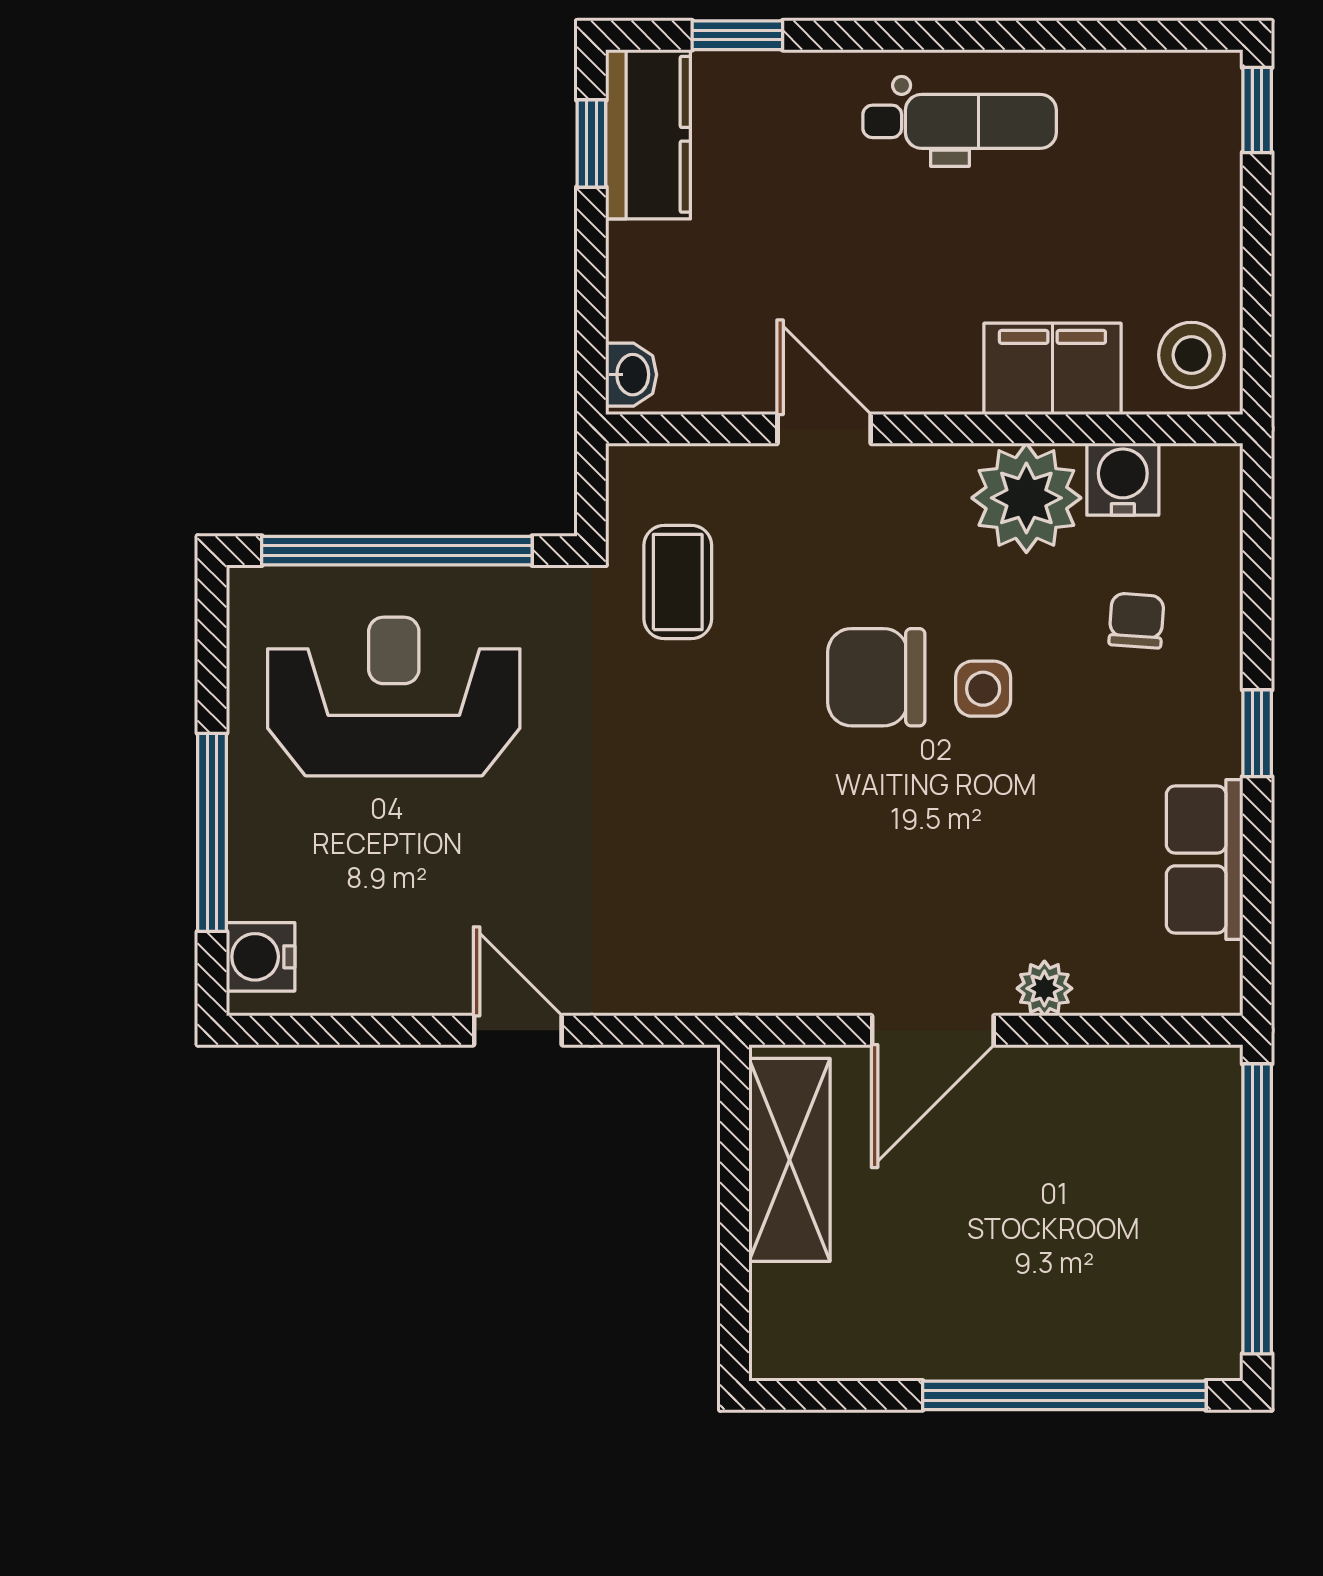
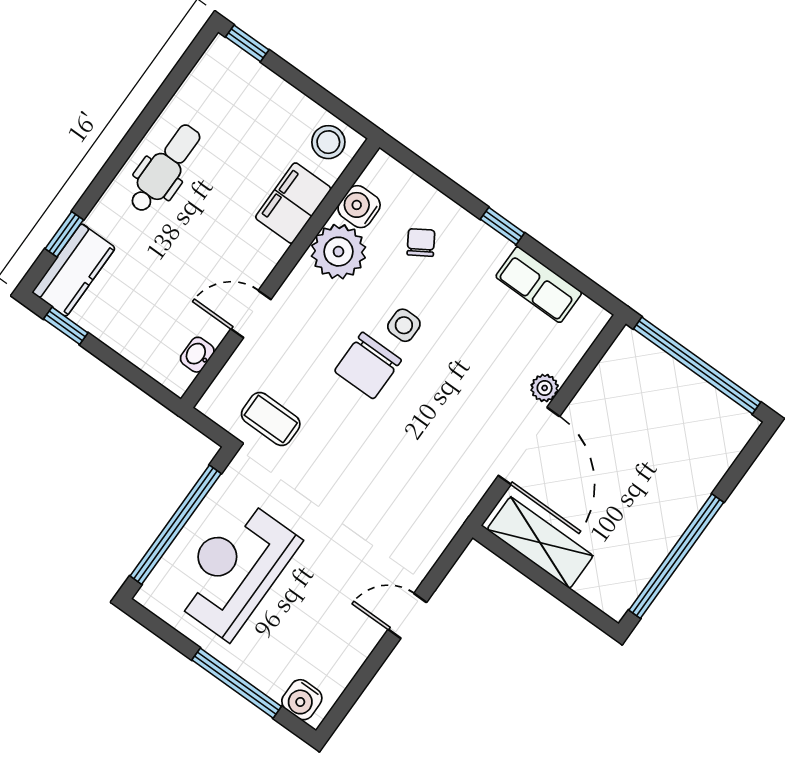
kitchen counter: (648, 134) -> (74, 270), moved, turned 90
washbasin: (631, 375) -> (197, 355), moved, turned -90
chair: (1136, 621) -> (421, 242), turned 54
door: (933, 1030) -> (529, 446), width x1.36
window: (1064, 1395) -> (676, 556), moved

